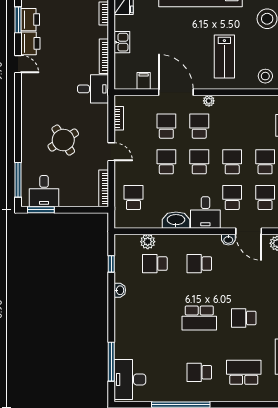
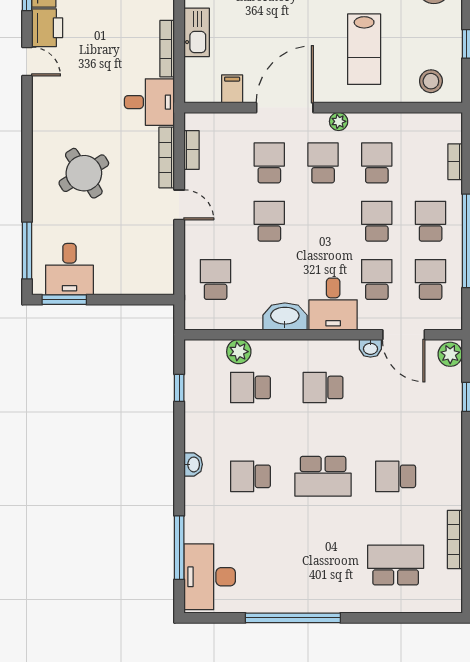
kitchen sink: (122, 42) -> (197, 32), width x1.38
door: (176, 92) -> (285, 108), hinge flipped
round table: (63, 140) -> (84, 173), moved
school desk: (199, 162) -> (377, 163), moved
bookcase: (104, 188) -> (167, 158), moved
washbasin: (120, 290) -> (193, 464), moved
school desk: (199, 372) -> (250, 476), moved

